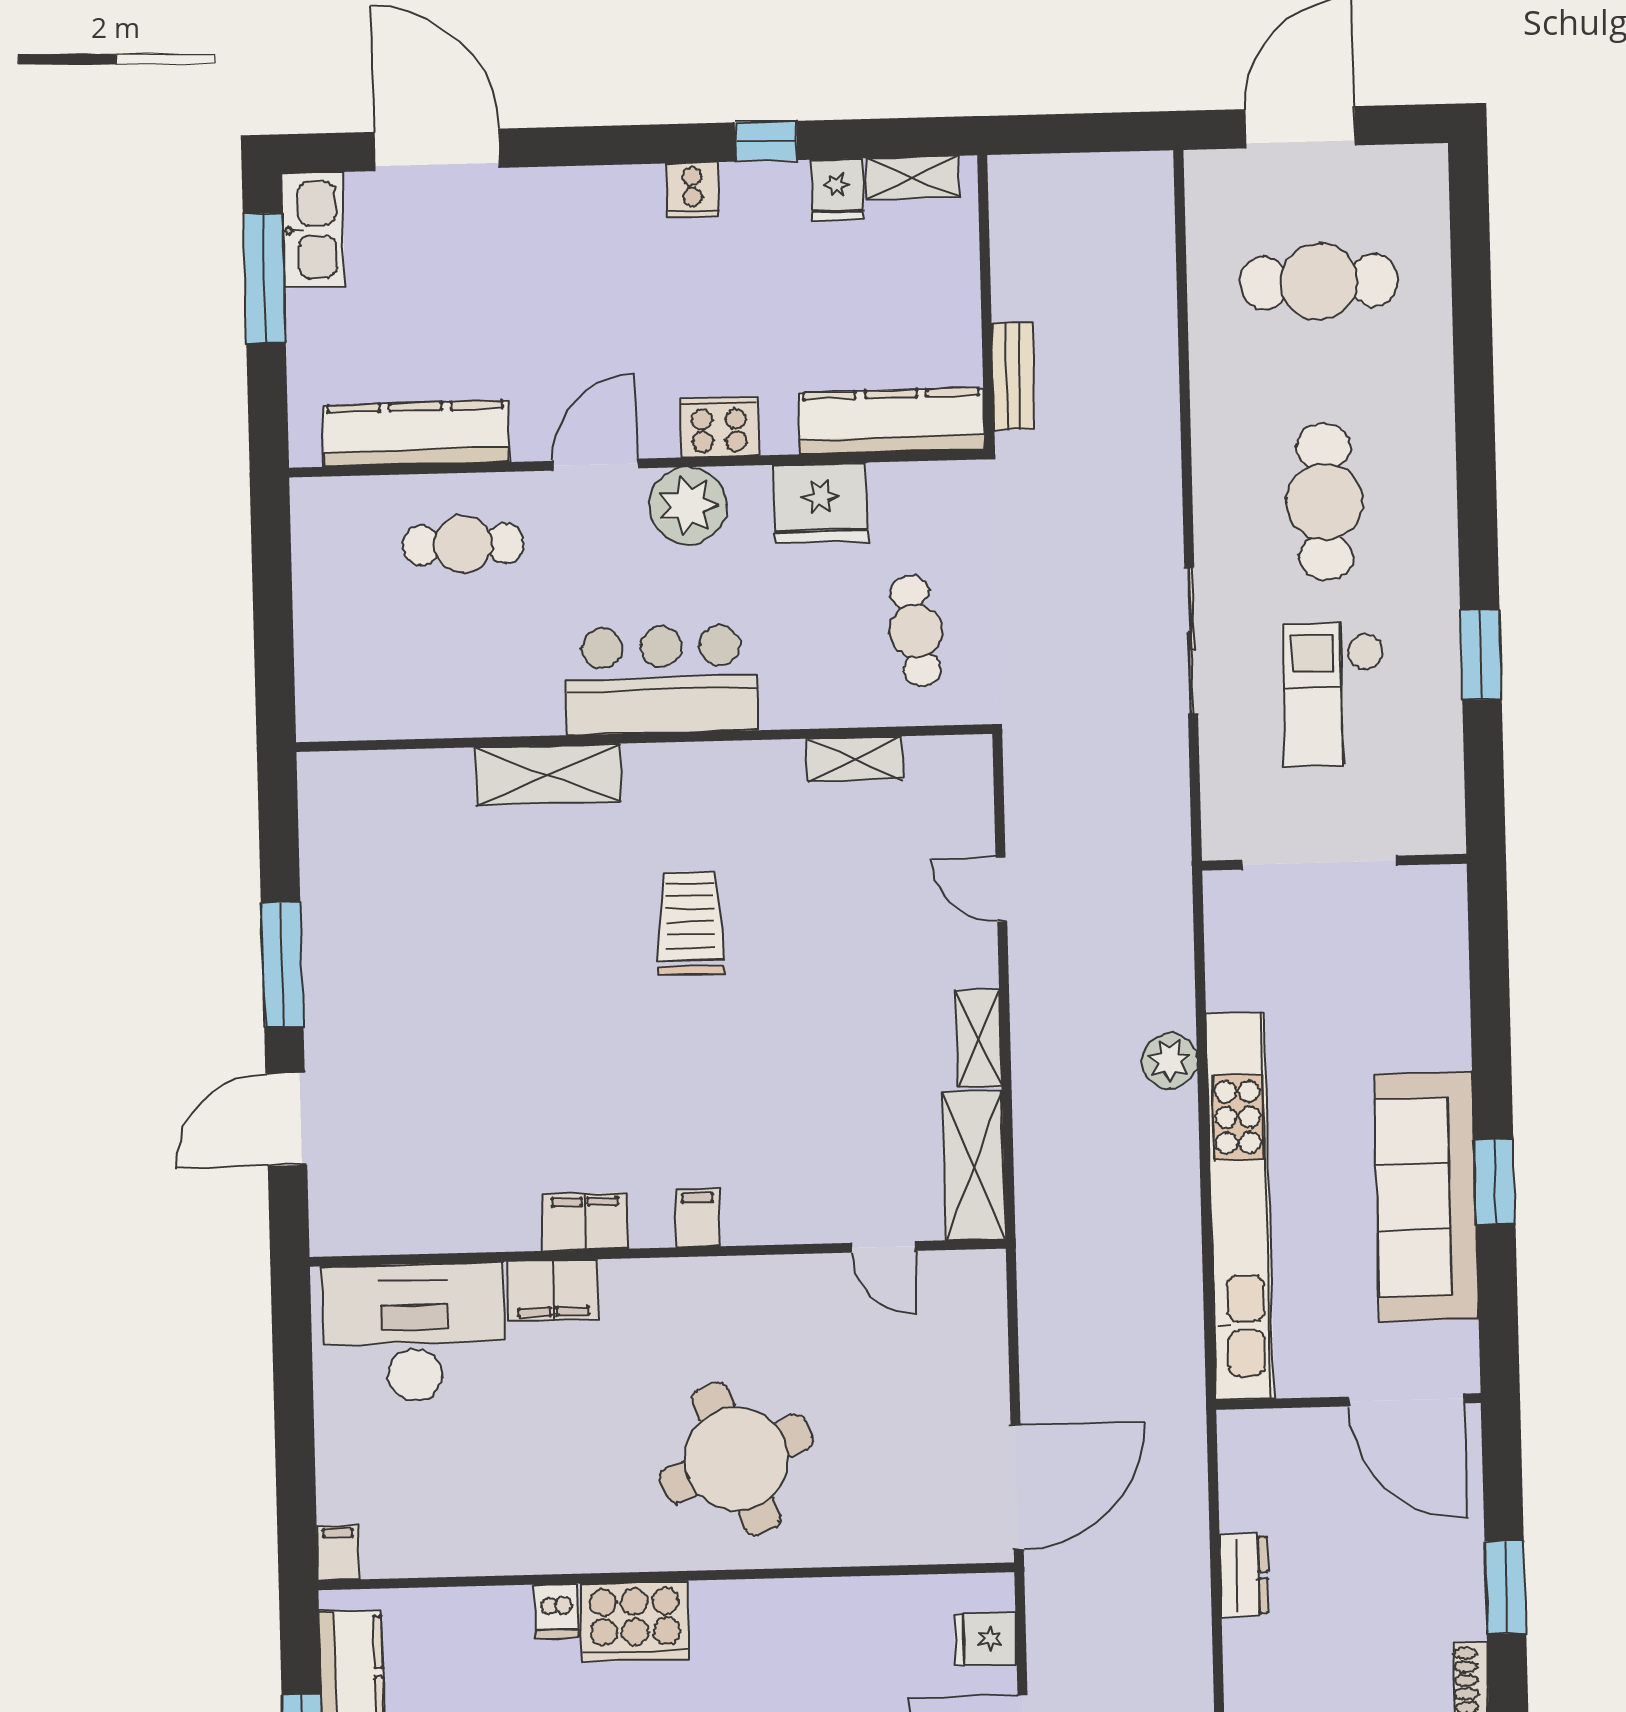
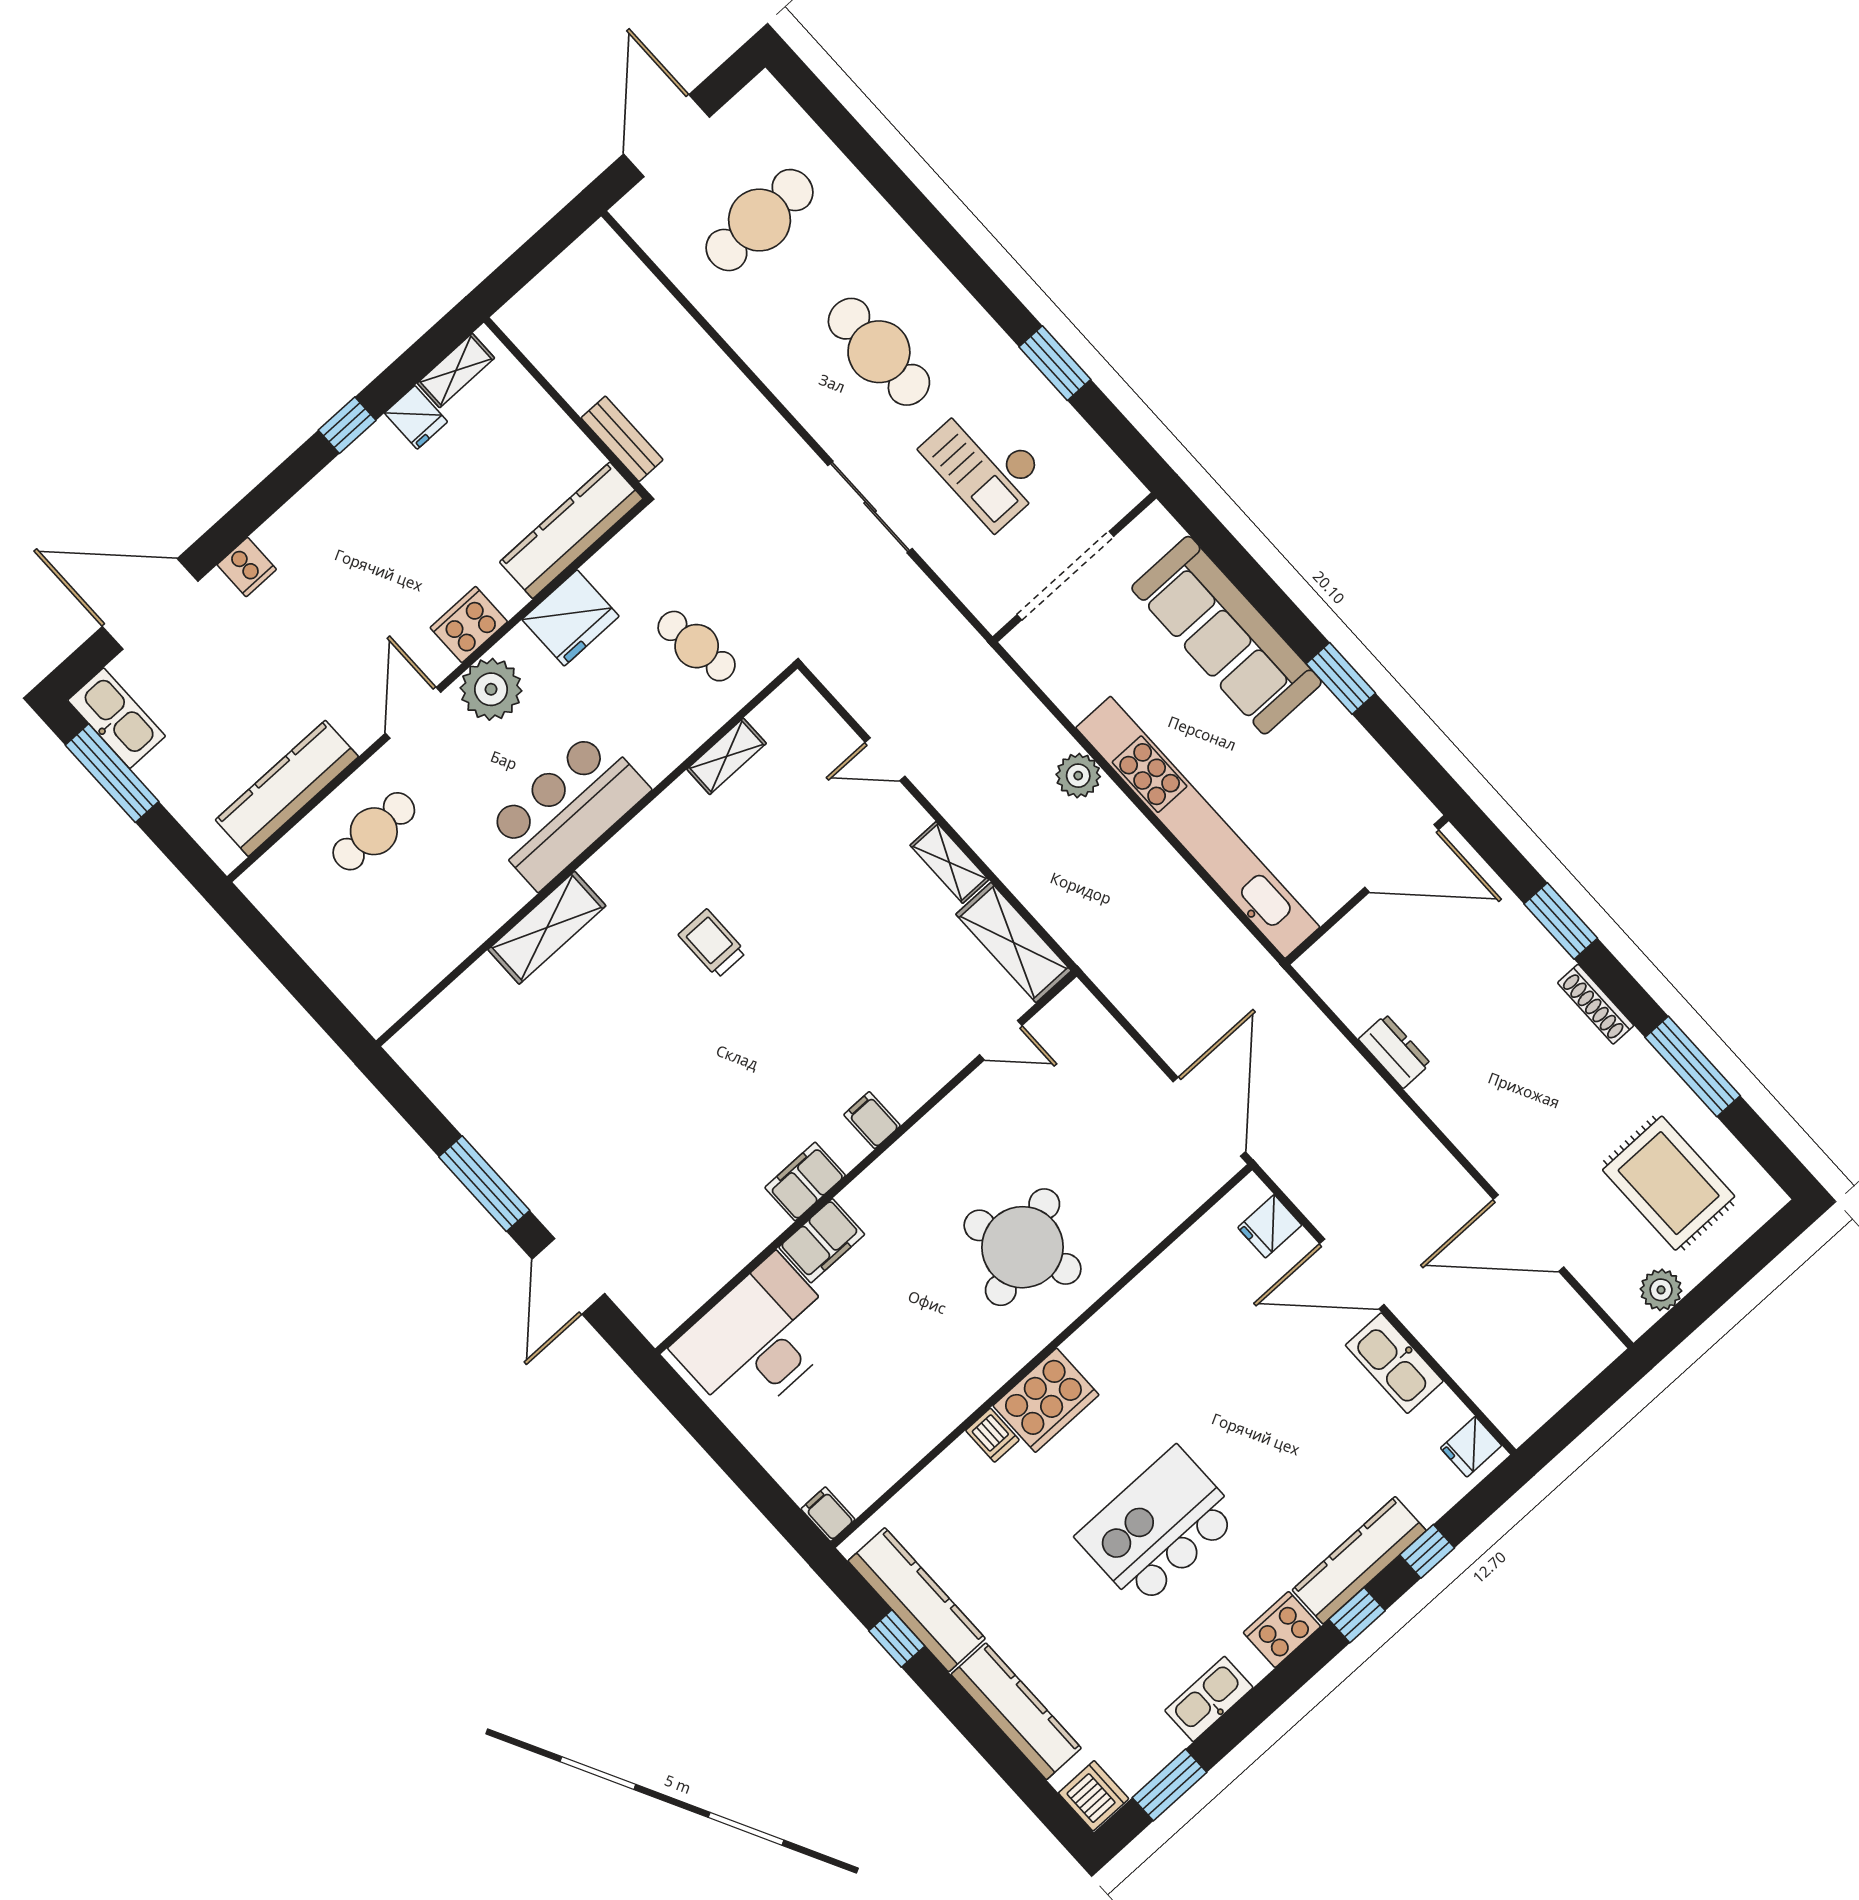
cooker: (692, 190) -> (247, 567), moved
trolley: (690, 923) -> (712, 943), width x0.73, depth x0.72
sofa: (1426, 1197) -> (1226, 635), moved

